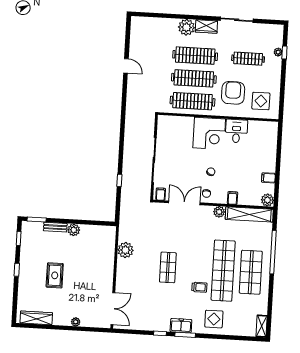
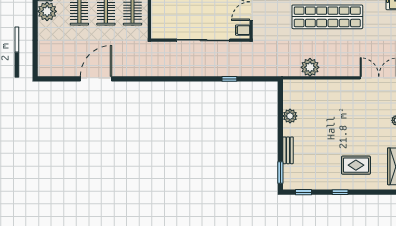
door: (126, 66) -> (96, 79), width x1.88
plant: (74, 230) -> (290, 116), moved
shop shelf: (168, 267) -> (327, 17), width x2.00, depth x1.36
rug: (55, 275) -> (356, 165), moved

